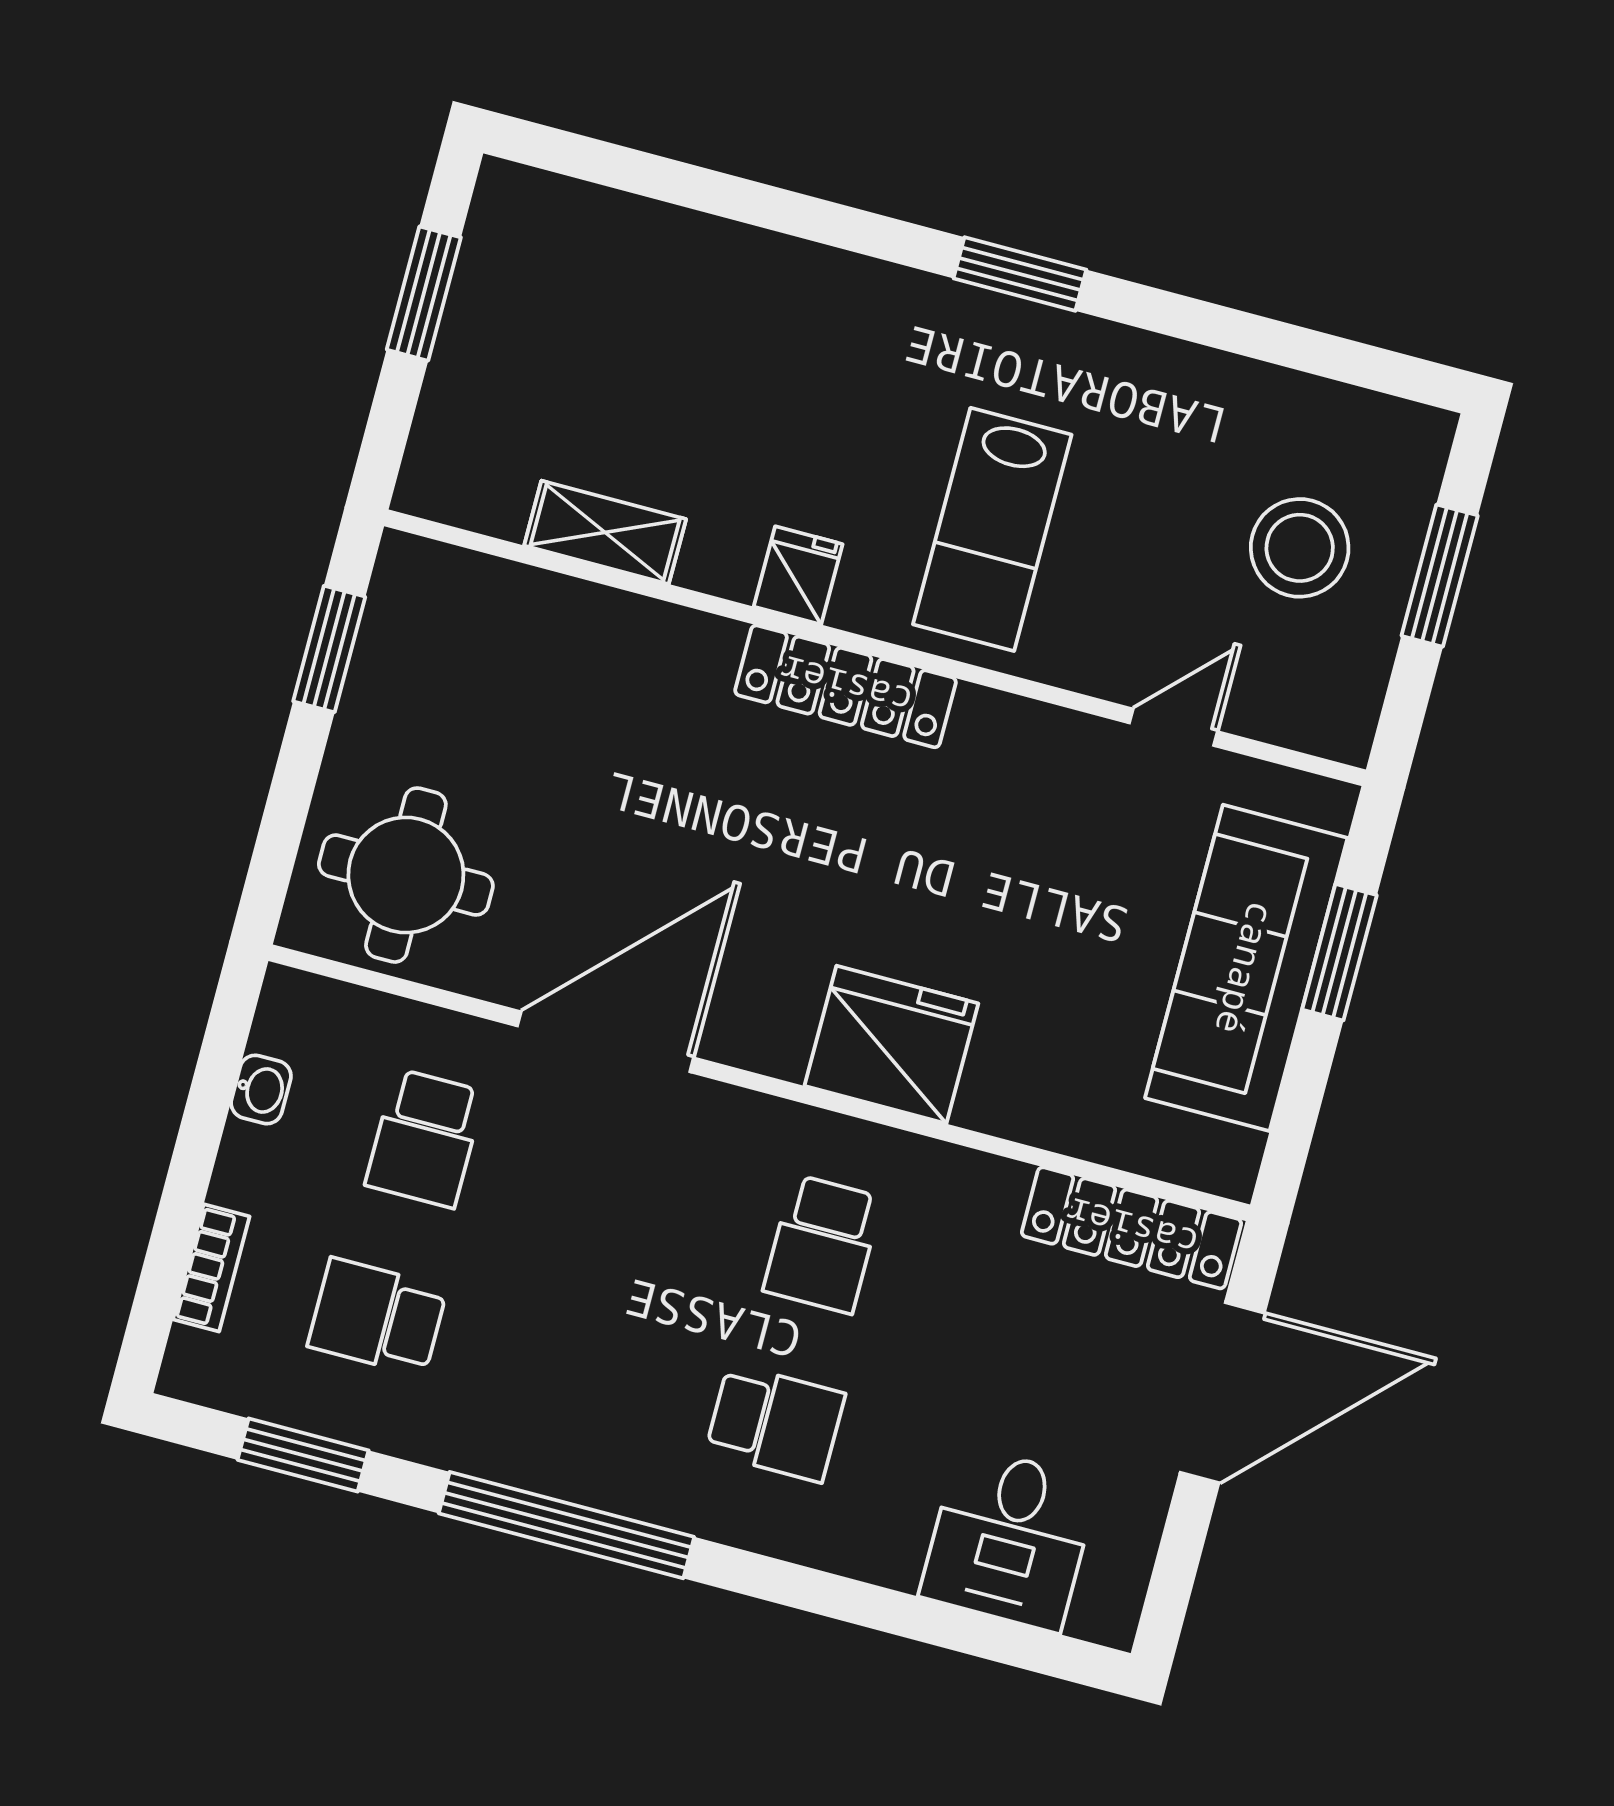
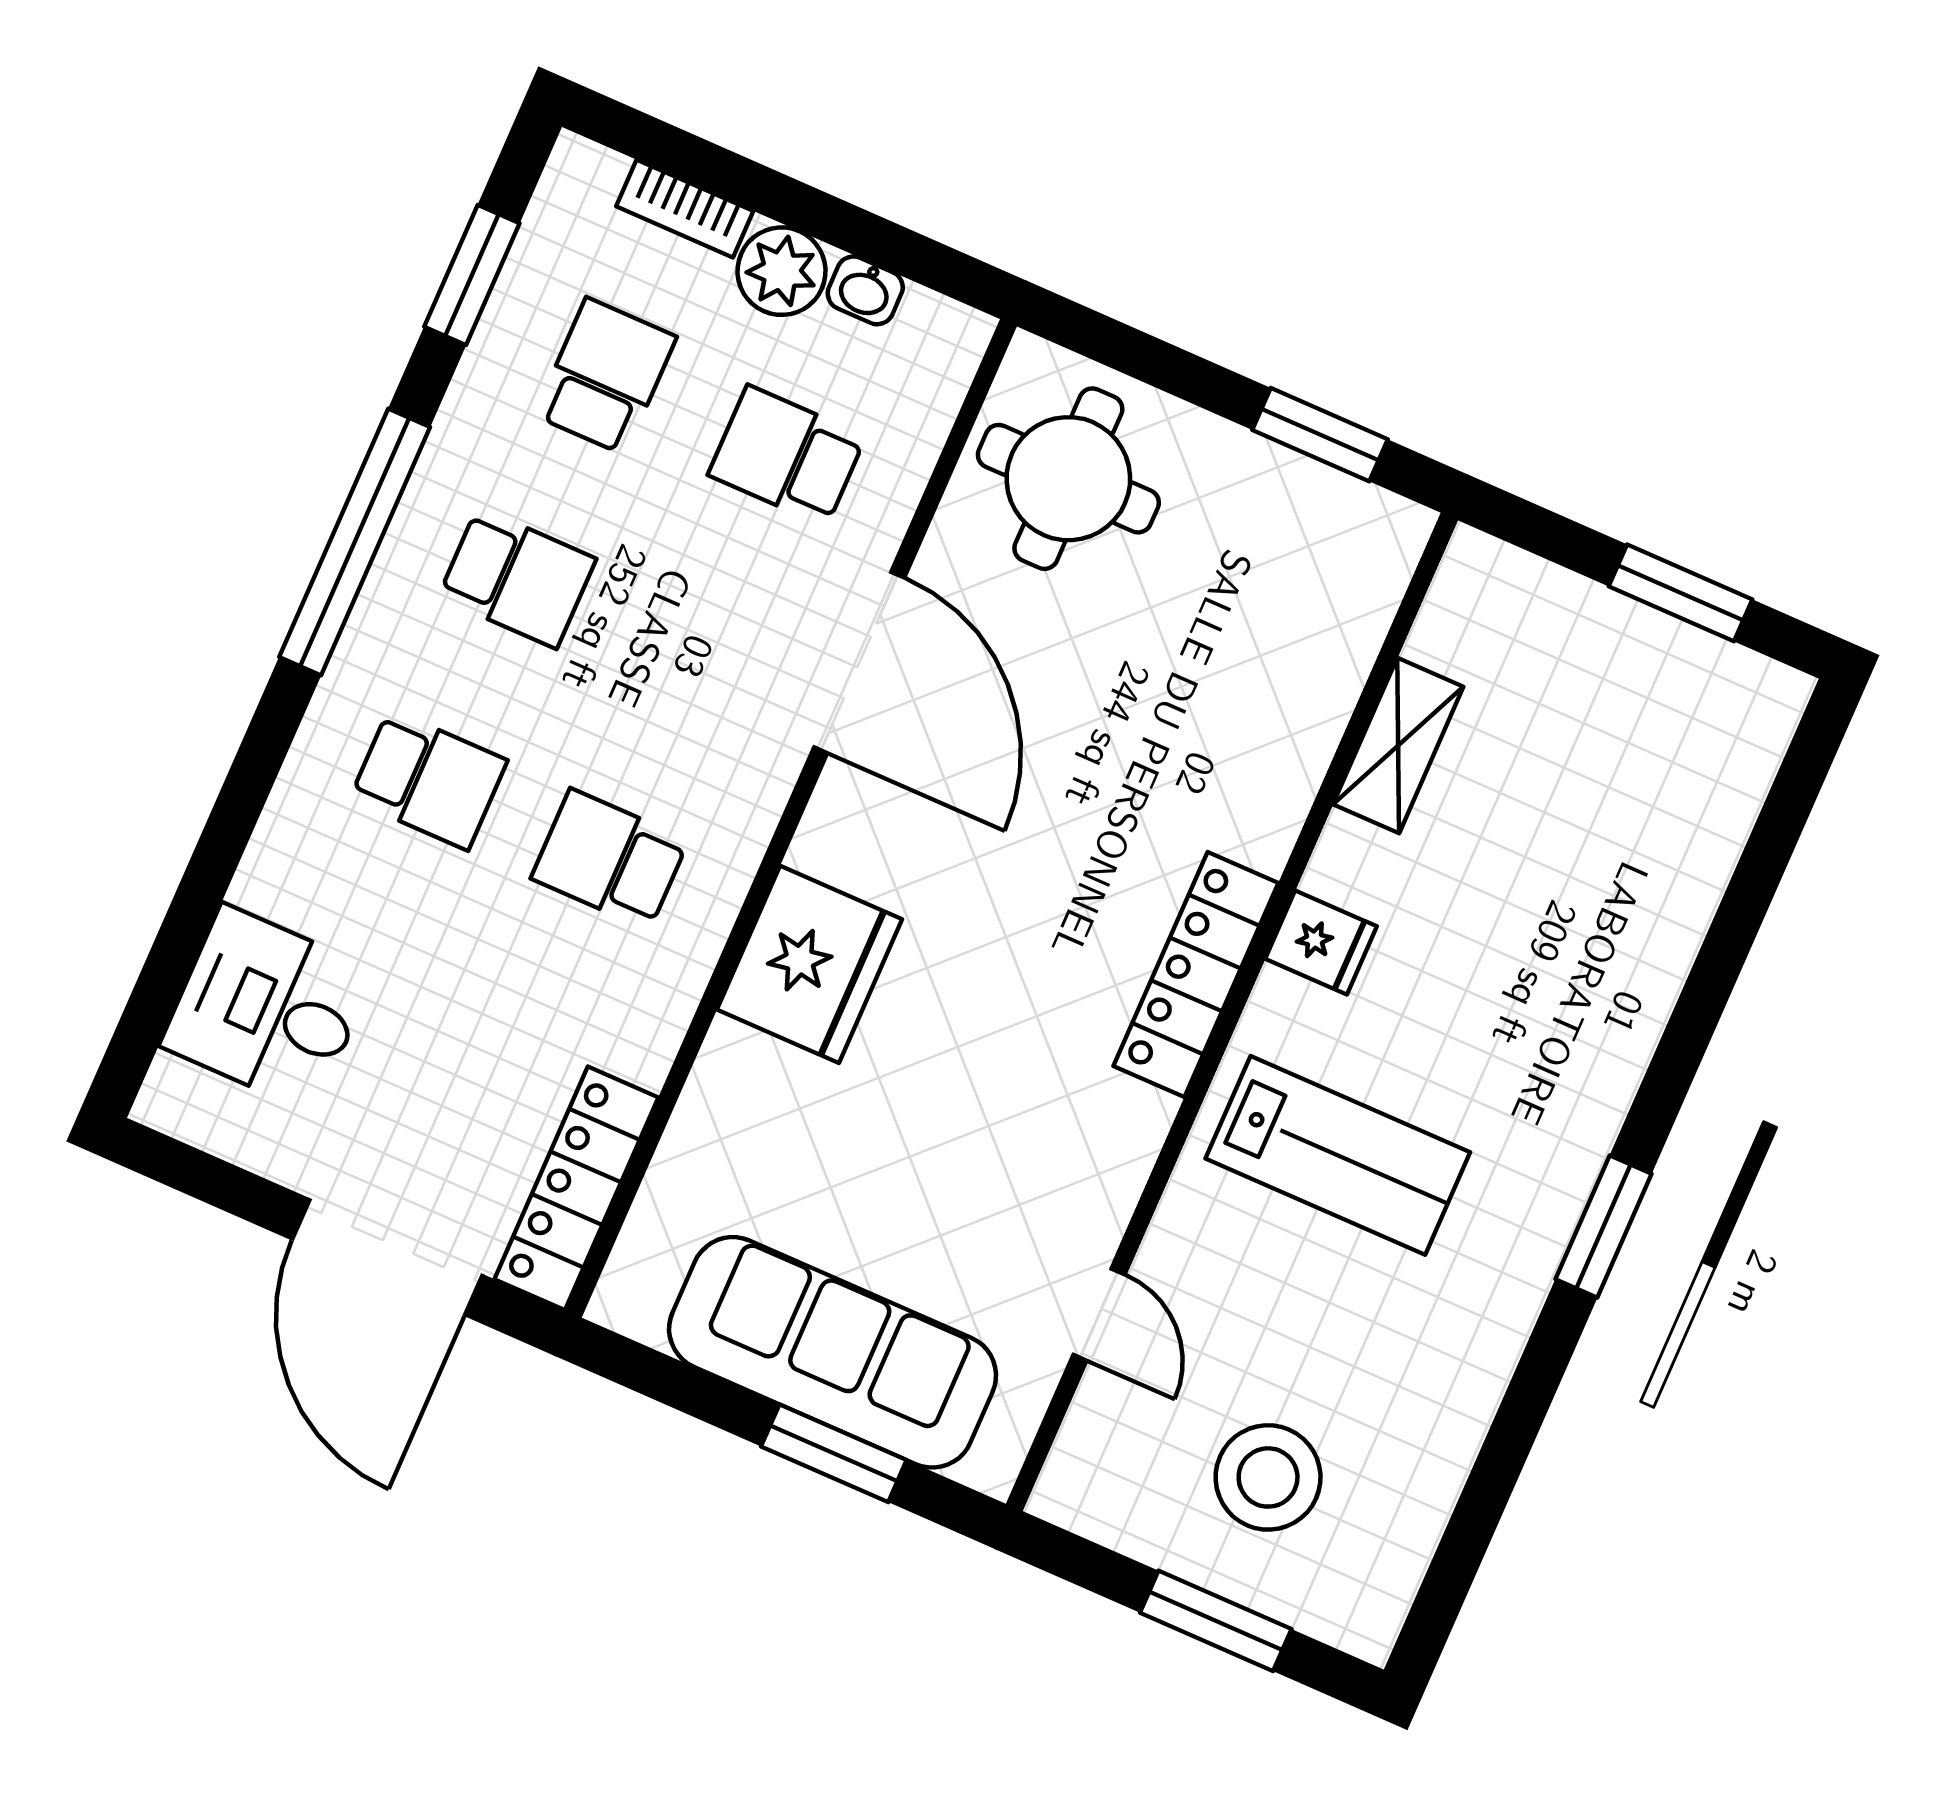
lab bench: (992, 529) -> (1338, 1155), turned 180
plant: (255, 1170) -> (782, 271), added
school desk: (576, 1370) -> (517, 578), added
school desk: (775, 1423) -> (429, 780), turned -90

